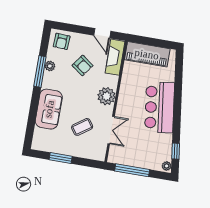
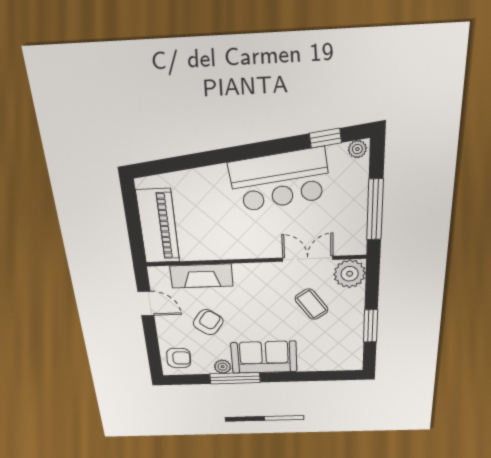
door: (102, 33) -> (146, 304), hinge flipped
fireplace: (115, 57) -> (201, 276), moved
plant: (107, 96) -> (350, 274), moved
bar counter: (160, 107) -> (280, 180), moved
sofa: (49, 109) -> (264, 357), moved

